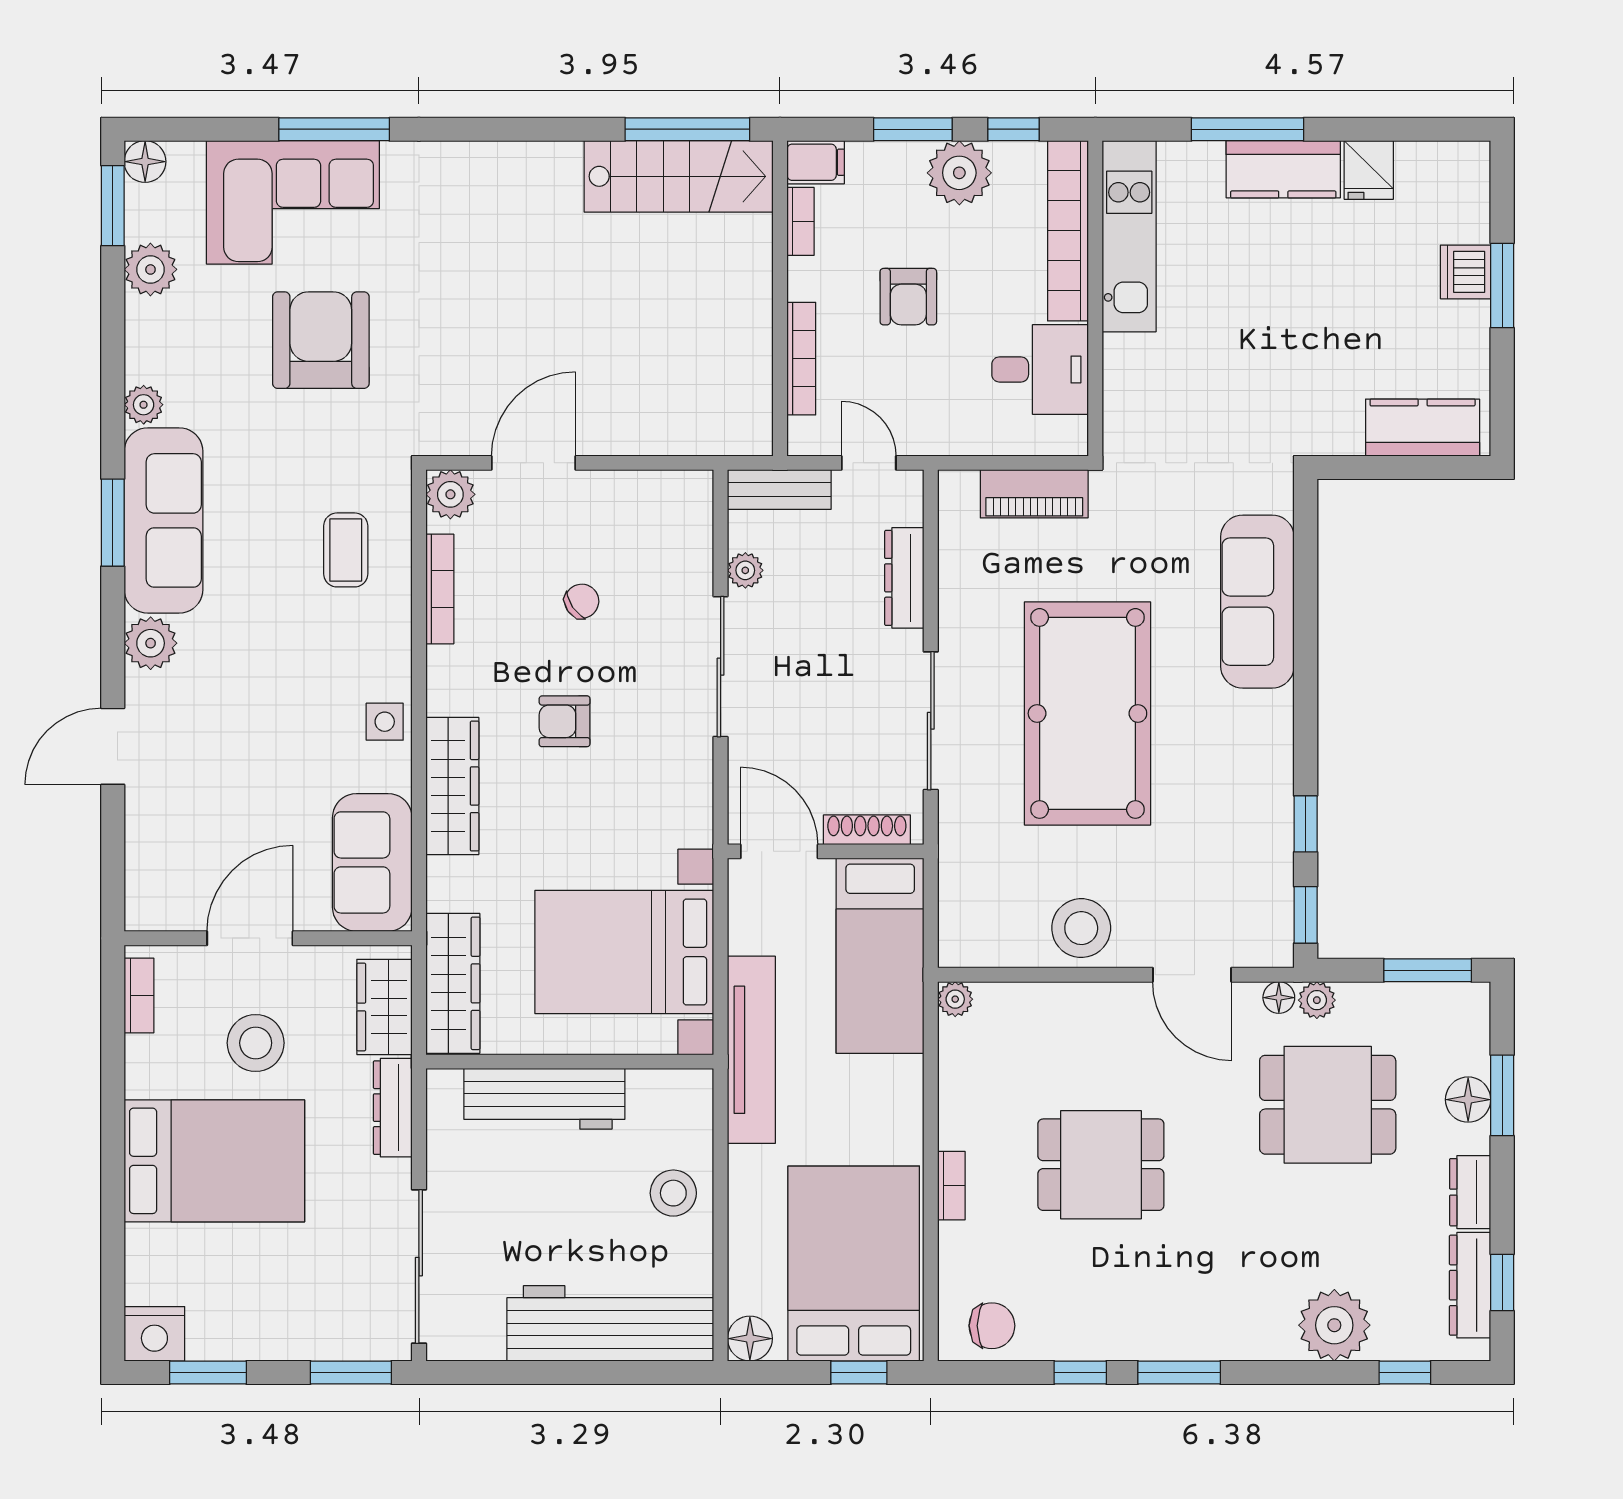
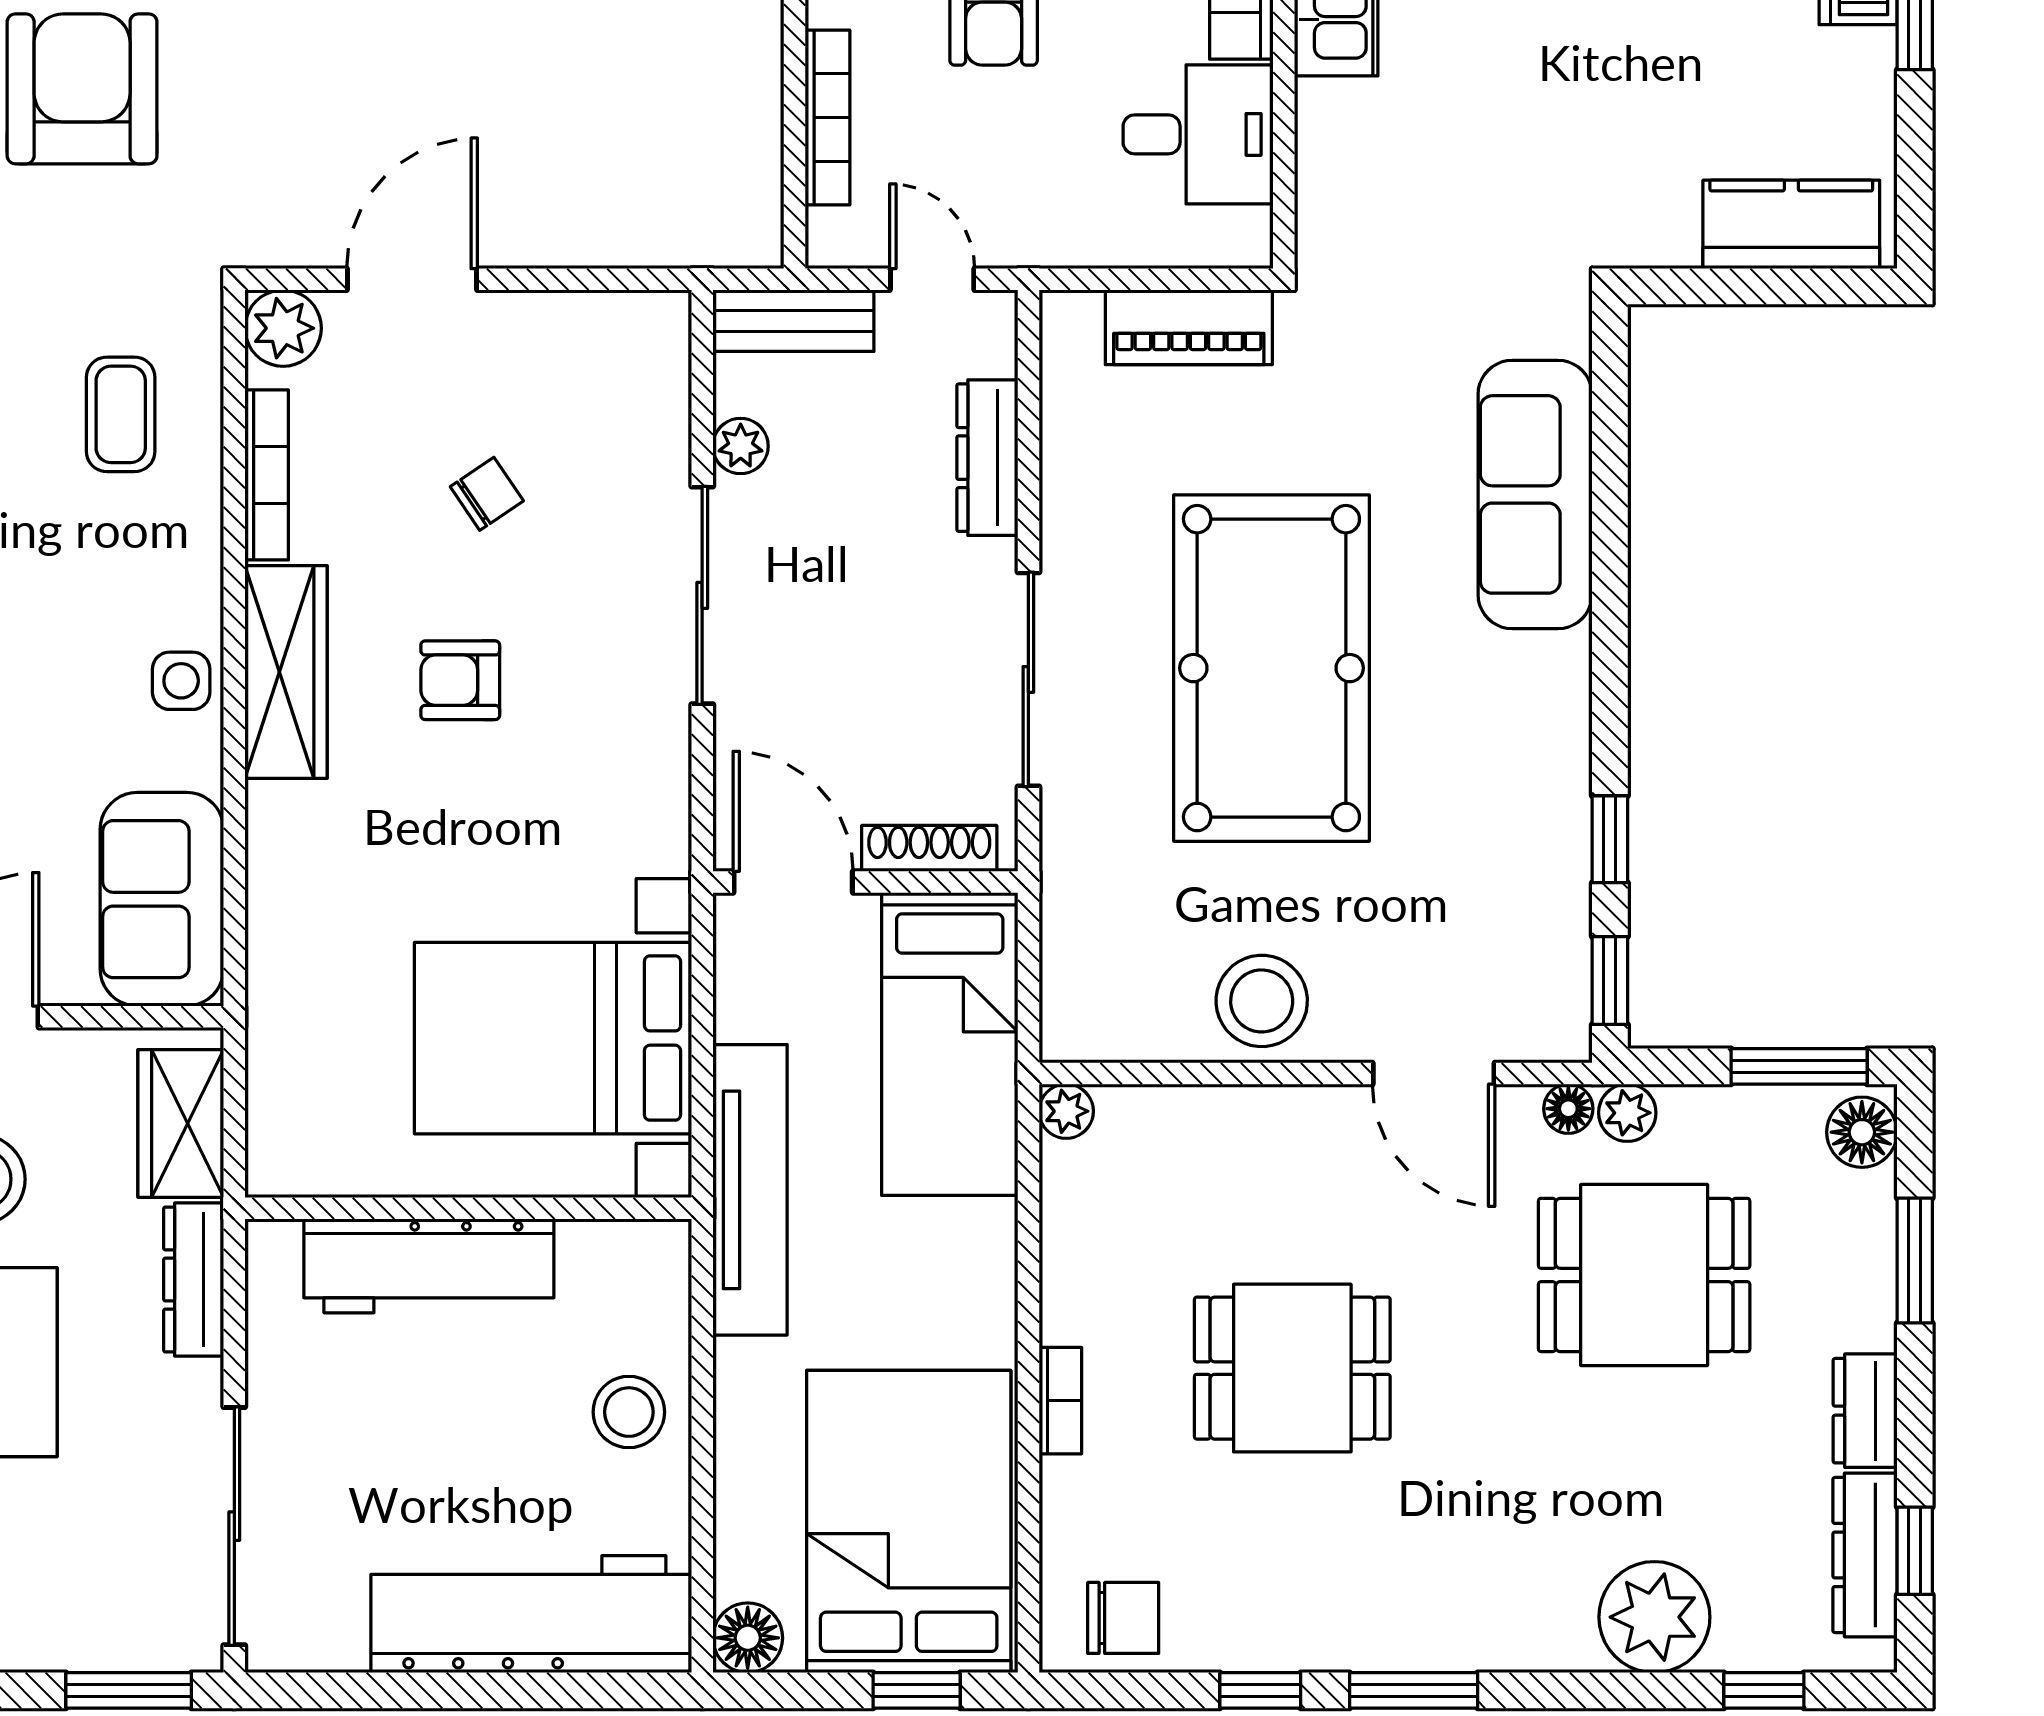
wardrobe: (452, 786) -> (286, 672), moved
wardrobe: (453, 983) -> (287, 1087), removed
floor lamp: (1468, 1100) -> (1862, 1132), moved

